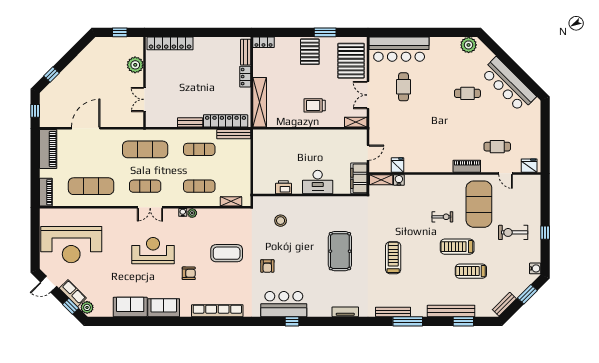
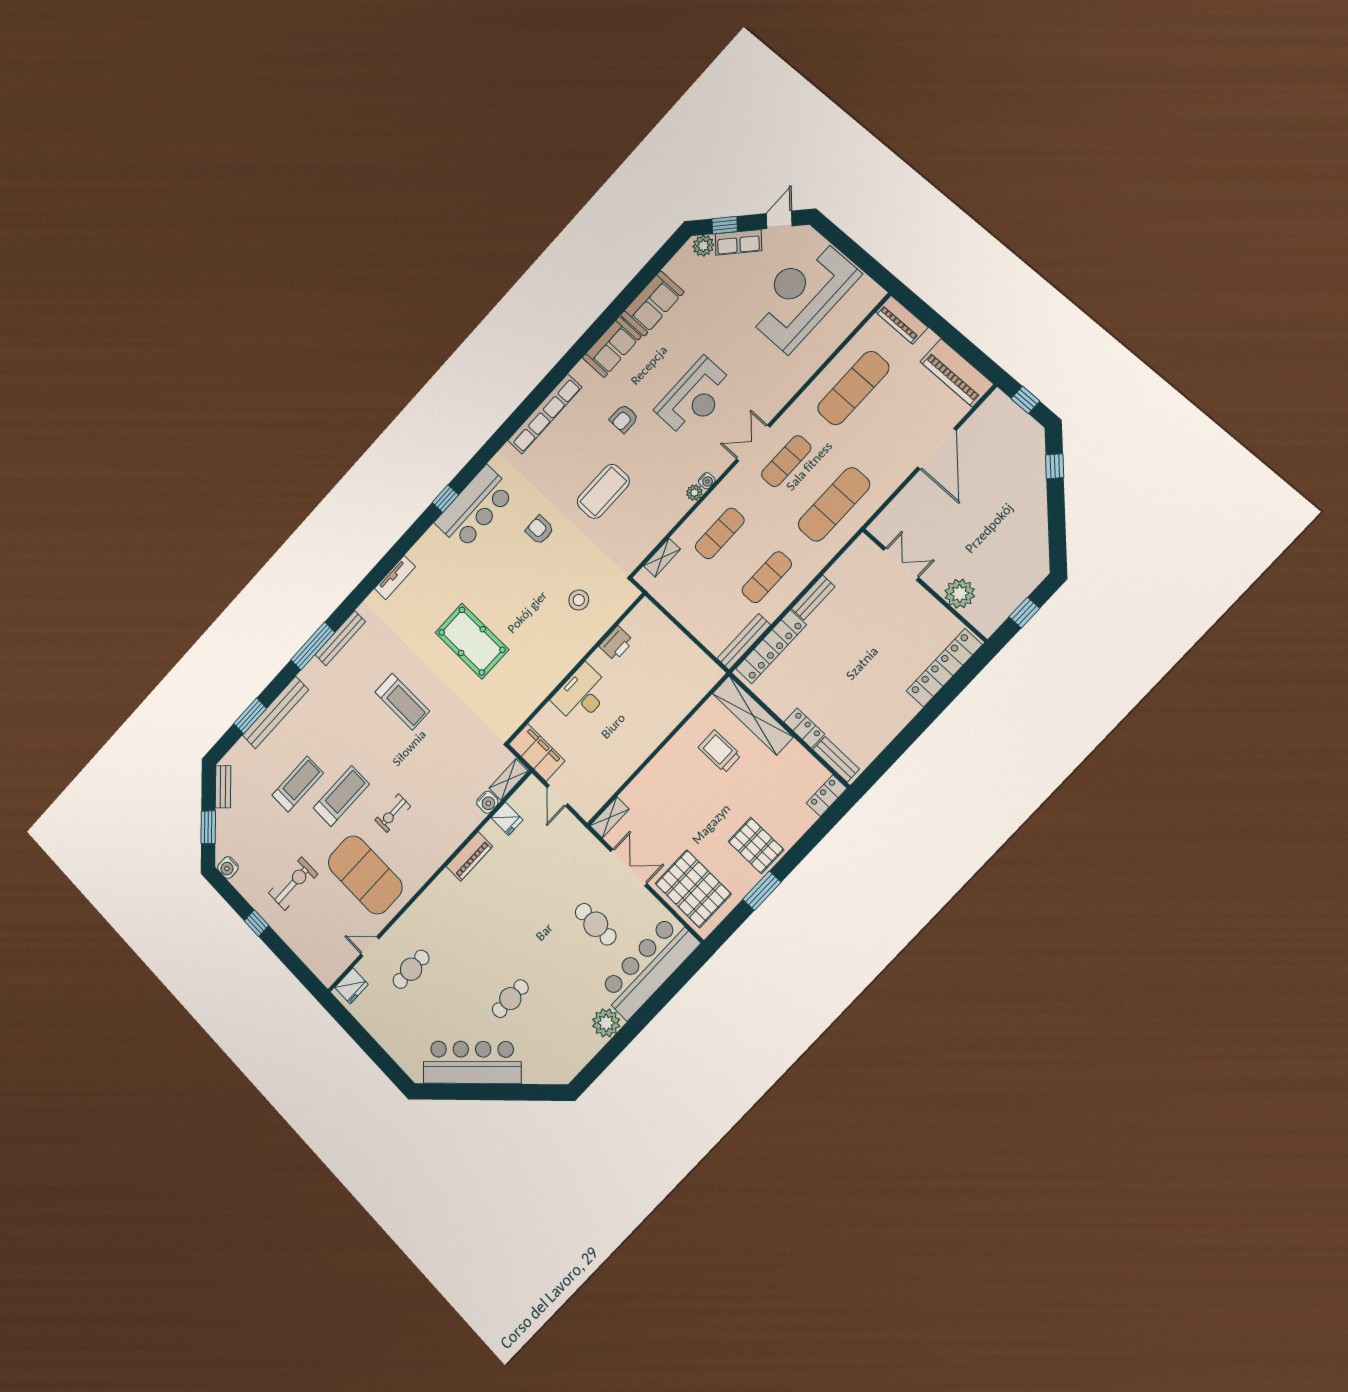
plant: (469, 45) -> (606, 1023), moved
trolley: (315, 105) -> (720, 751), moved, turned -90
piano: (467, 166) -> (469, 856), moved

